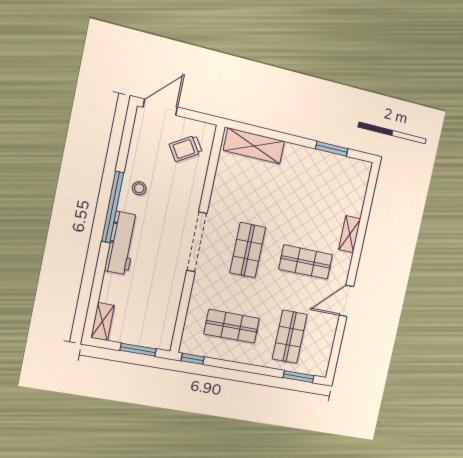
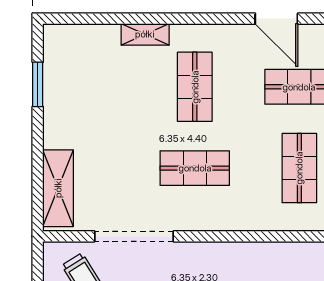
doorway: (197, 242) -> (134, 236), moved
door: (346, 301) -> (276, 19), moved

